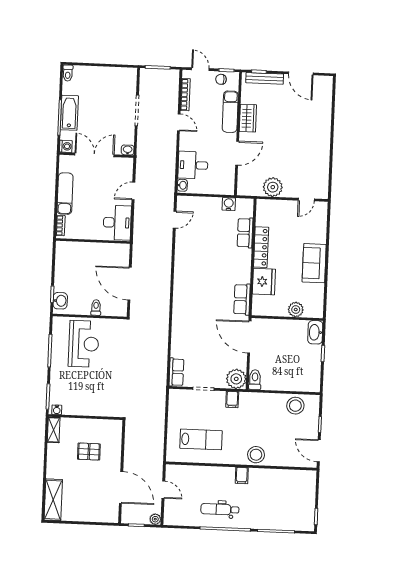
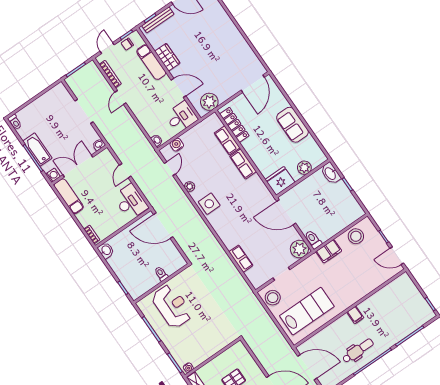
door: (200, 69) -> (107, 48), hinge flipped
door: (179, 122) -> (120, 97), swing flipped
door: (237, 153) -> (179, 88), hinge flipped
desk: (193, 165) -> (181, 117), moved, turned 180
plant: (273, 187) -> (209, 102), moved
exam couch: (65, 194) -> (69, 196), moved
door: (306, 200) -> (253, 84), width x1.88
water cooler: (229, 204) -> (177, 145), moved
locker: (261, 247) -> (234, 125), moved
plant: (180, 249) -> (190, 187), added
side table: (186, 277) -> (209, 204), added
fridge: (264, 282) -> (280, 181), moved, turned -90
door: (130, 284) -> (163, 226), moved
row of seats: (242, 299) -> (243, 164), moved
washbasin: (60, 301) -> (106, 250), moved
row of seats: (176, 372) -> (241, 259), moved
filing cabinet: (232, 399) -> (329, 251), moved, width x2.00
lab bench: (201, 439) -> (307, 311), width x1.36, depth x1.39
stool: (256, 455) -> (273, 298), moved
door: (163, 490) -> (307, 367), width x1.87
dental chair: (220, 509) -> (358, 351), turned 180

